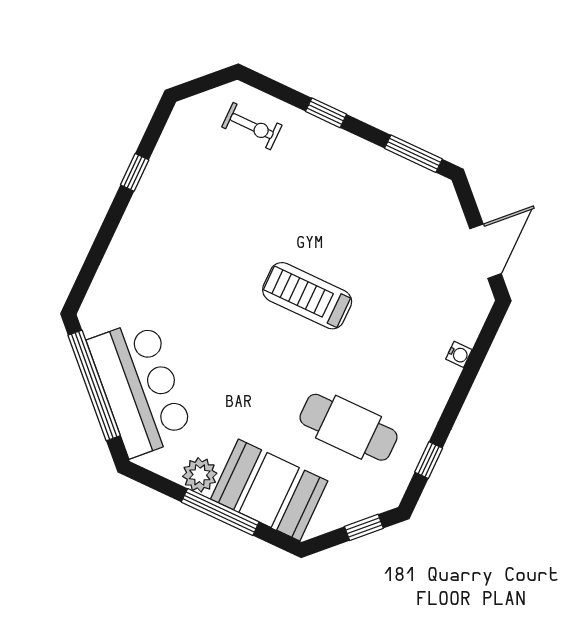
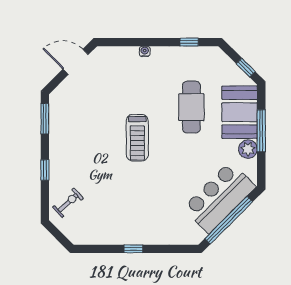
exercise bike: (252, 126) -> (68, 203), turned 48
window: (135, 172) -> (133, 249), moved
water cooler: (459, 354) -> (145, 51), moved
cafe table: (348, 427) -> (191, 107), moved
window: (364, 527) -> (246, 68), moved

